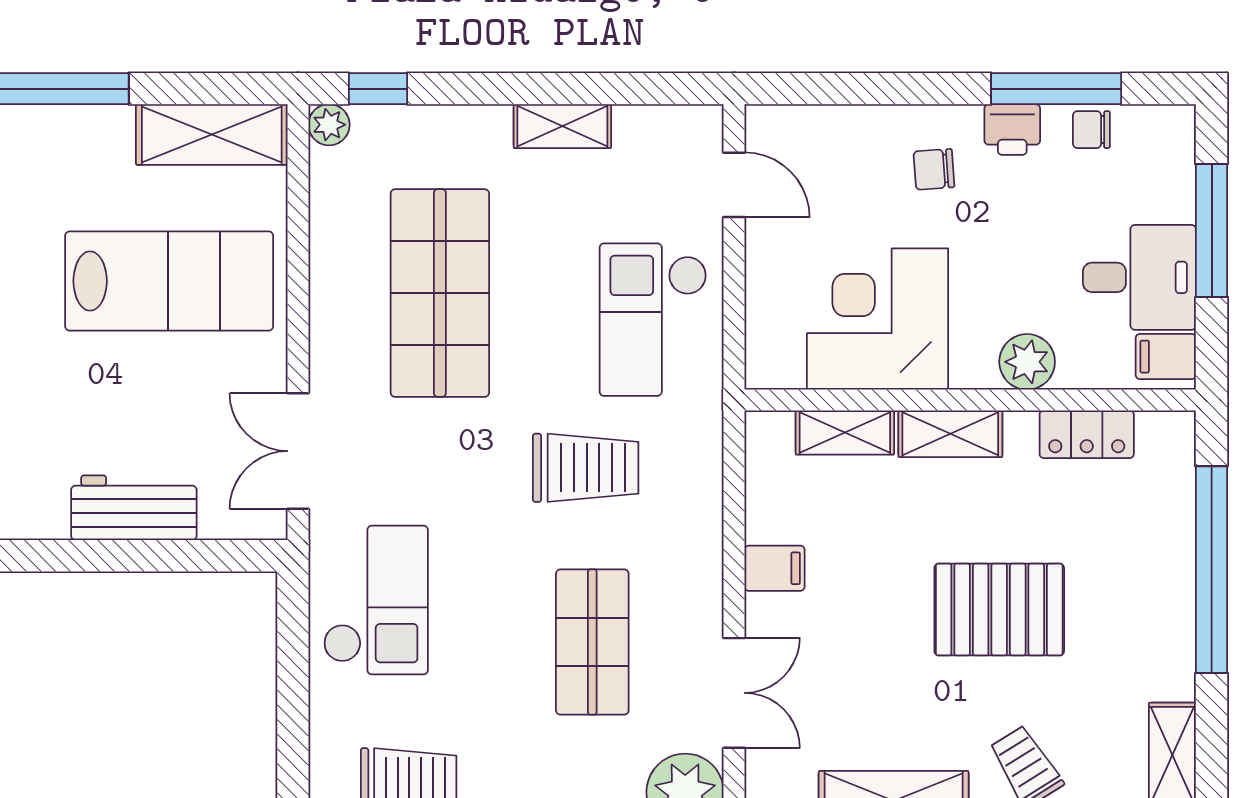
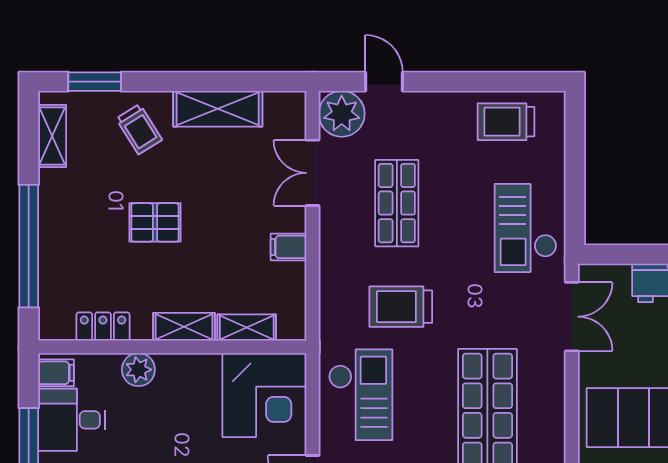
corner desk: (878, 319) -> (264, 395), moved
pallet: (999, 610) -> (155, 222), width x0.67, depth x0.71

